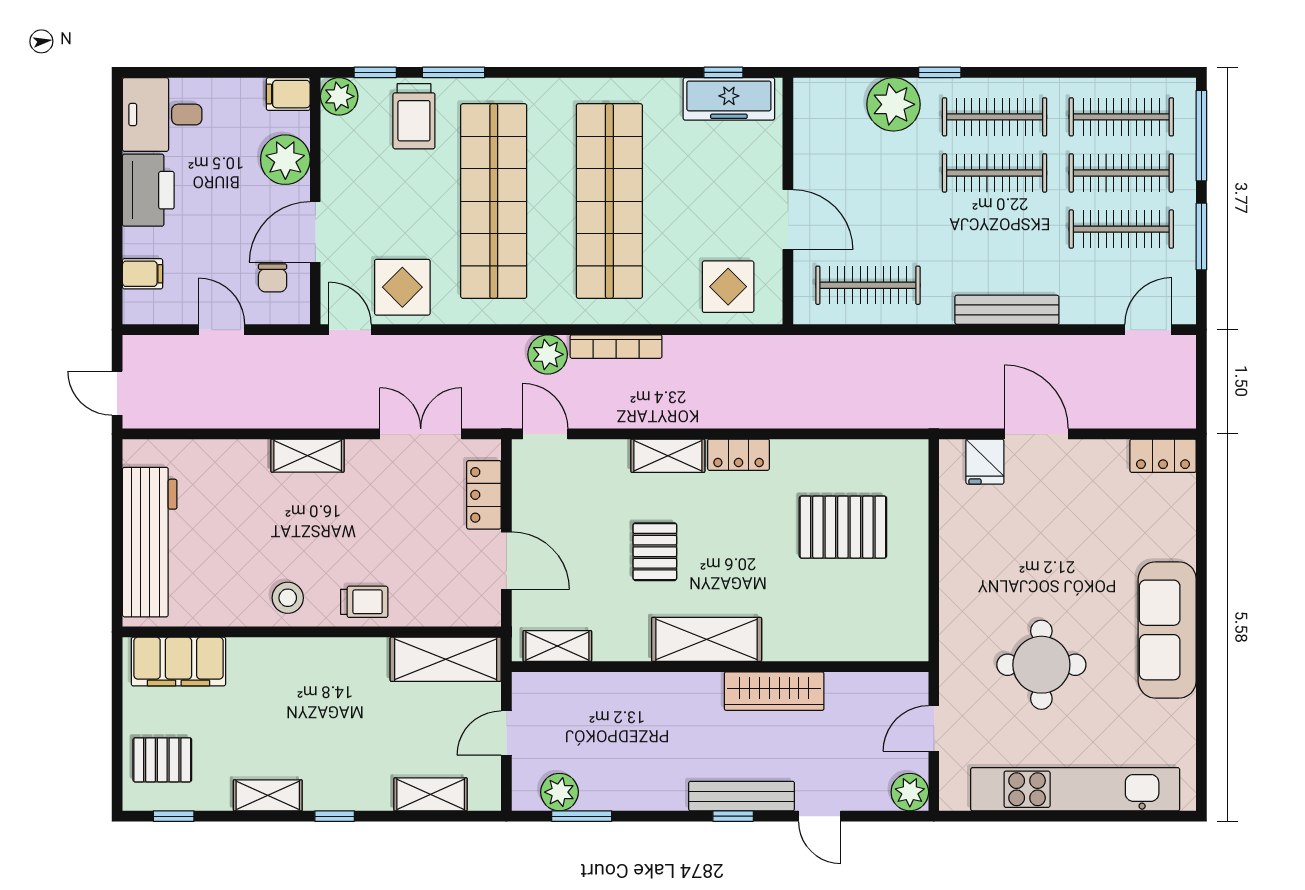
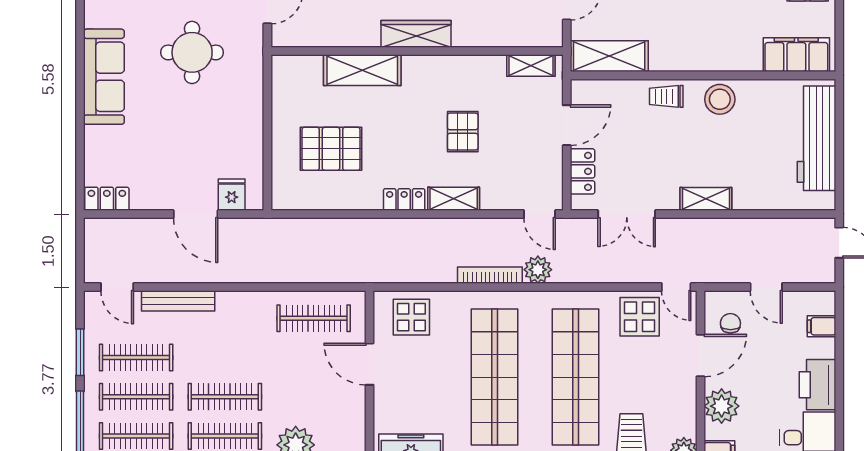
bench: (1007, 310) -> (178, 301), moved
door: (1148, 330) -> (117, 287), hinge flipped
door: (506, 561) -> (567, 125), swing flipped
stool: (288, 598) -> (720, 99), width x1.38, depth x1.38
shelving: (707, 639) -> (362, 70), moved
wardrobe: (774, 691) -> (416, 34), moved

